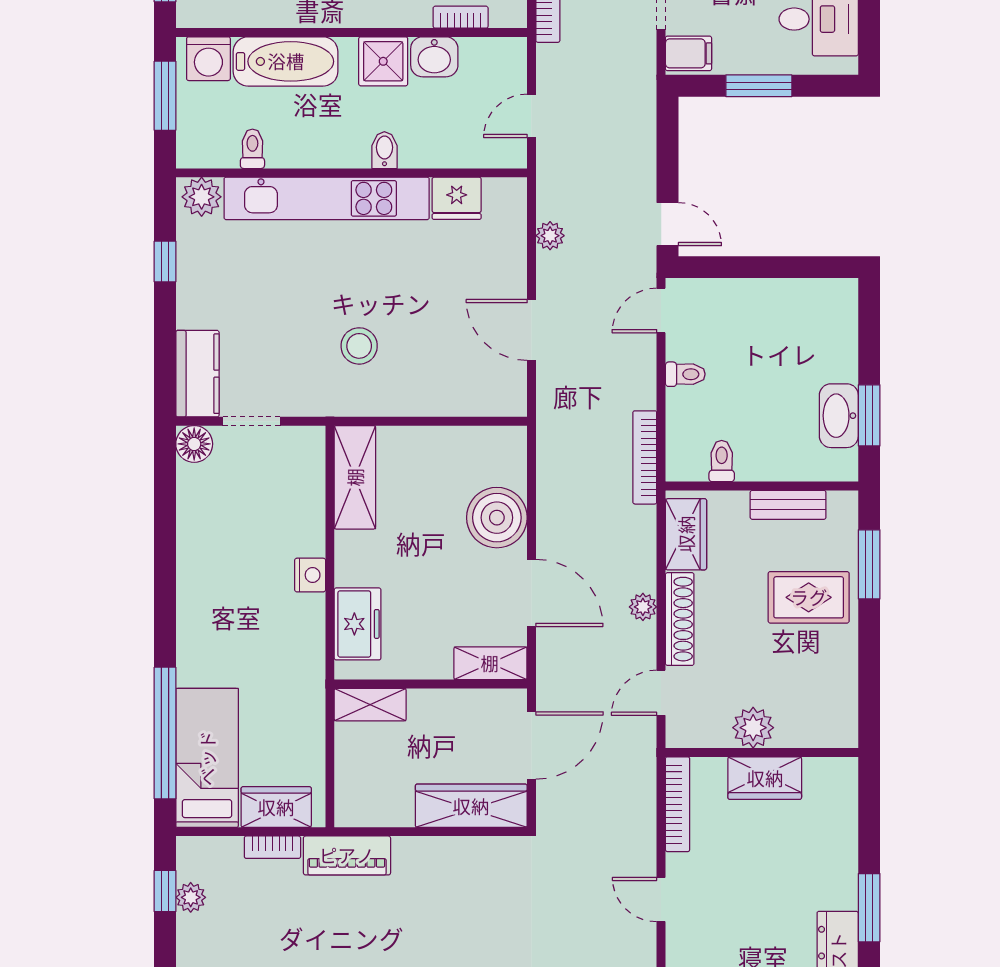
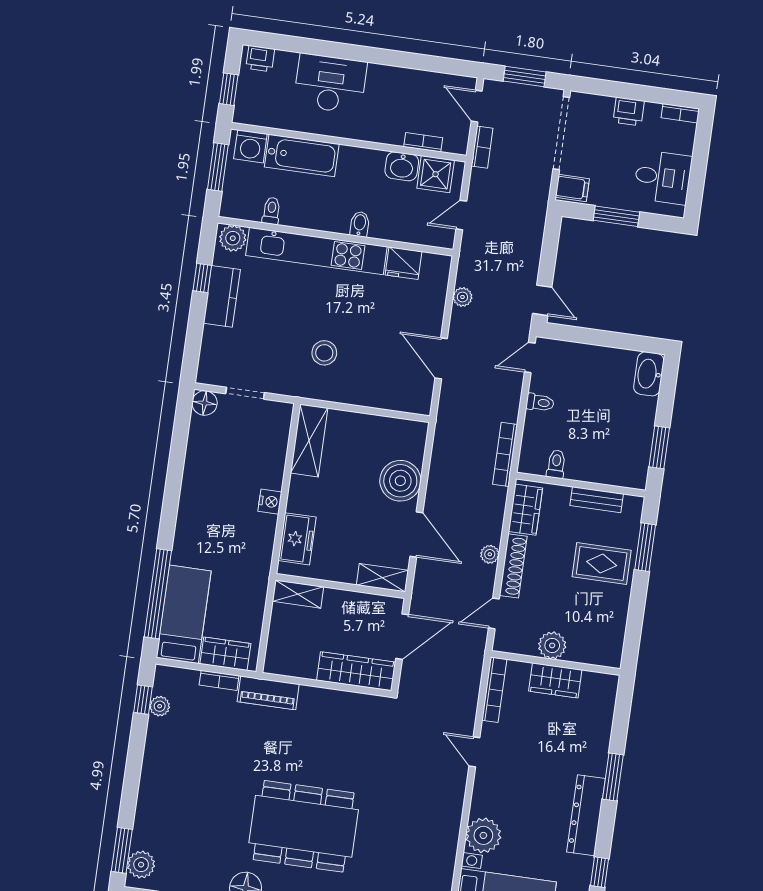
shower: (383, 61) -> (436, 174), moved
kitchen counter: (197, 374) -> (222, 296), moved
washbasin: (839, 416) -> (649, 374), moved

